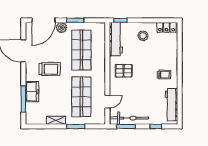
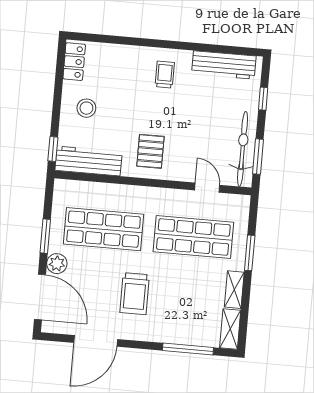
trolley: (50, 69) -> (135, 294), turned 180
freezer: (32, 92) -> (175, 331), removed
shelving: (36, 120) -> (230, 329), added

